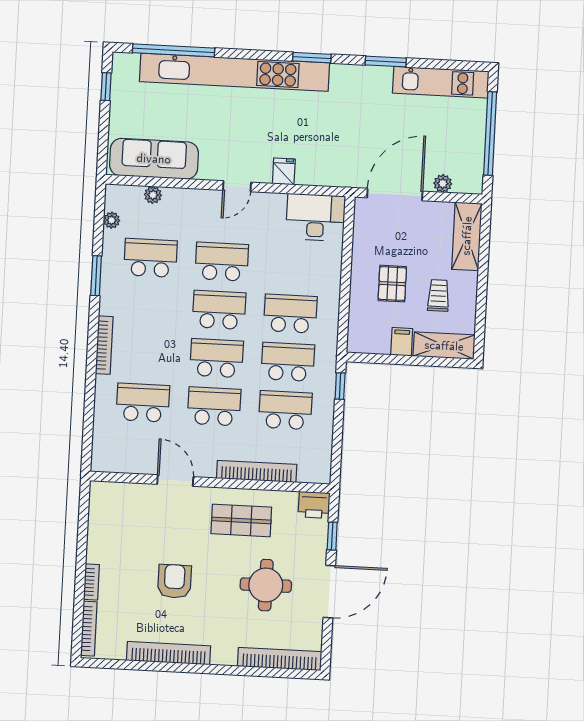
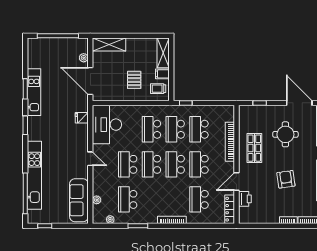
kitchen unit: (235, 72) -> (34, 175), width x0.73
kitchen unit: (441, 82) -> (34, 92), moved
fridge: (284, 171) -> (82, 118), moved
desk: (316, 217) -> (107, 125), width x1.36, depth x1.30
pallet: (392, 284) -> (134, 80), turned 90
trolley: (438, 295) -> (158, 89), moved
locker: (120, 464) -> (230, 209), added
printer: (314, 505) -> (245, 199), moved
armchair: (174, 581) -> (286, 179), turned 82
door: (329, 592) -> (299, 103), moved

